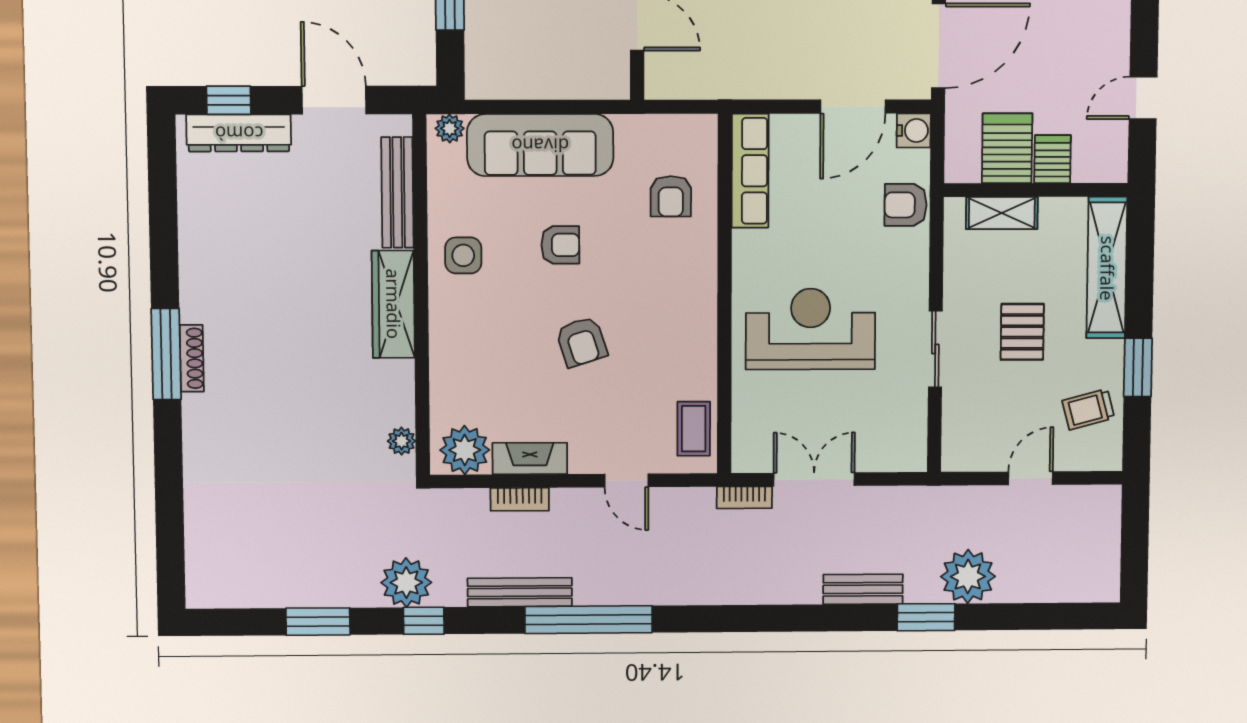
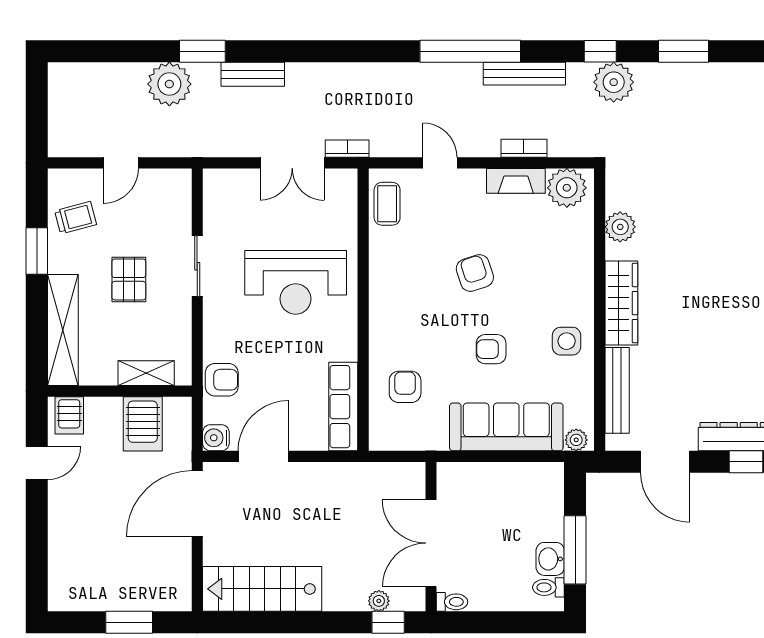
server rack: (1053, 159) -> (69, 415), moved
plant: (402, 441) -> (620, 227), moved, width x1.38, depth x1.38

